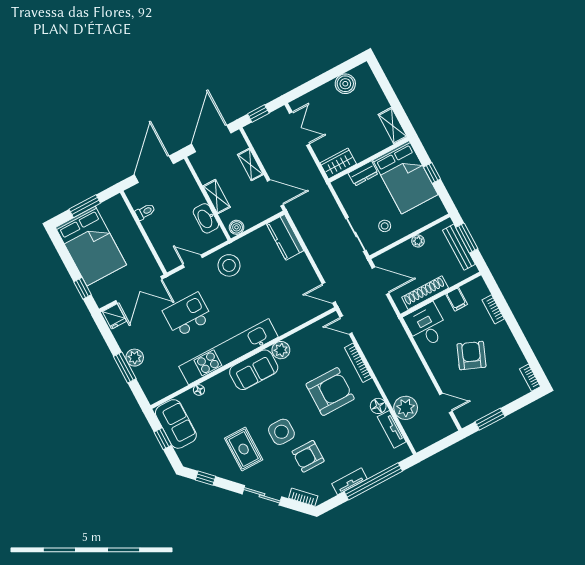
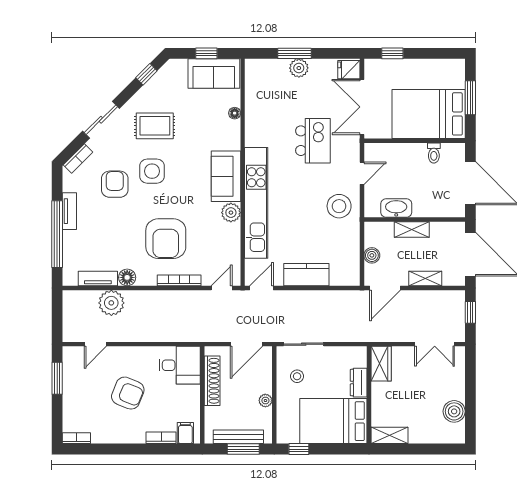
window: (432, 173) -> (299, 449), moved
boiler: (237, 227) -> (372, 255), moved
kitchen counter: (285, 237) -> (306, 275), moved
bed: (91, 246) -> (429, 114), moved
filing cabinet: (457, 299) -> (185, 433), moved, turned 90
kitchen unit: (229, 352) -> (256, 203), moved

